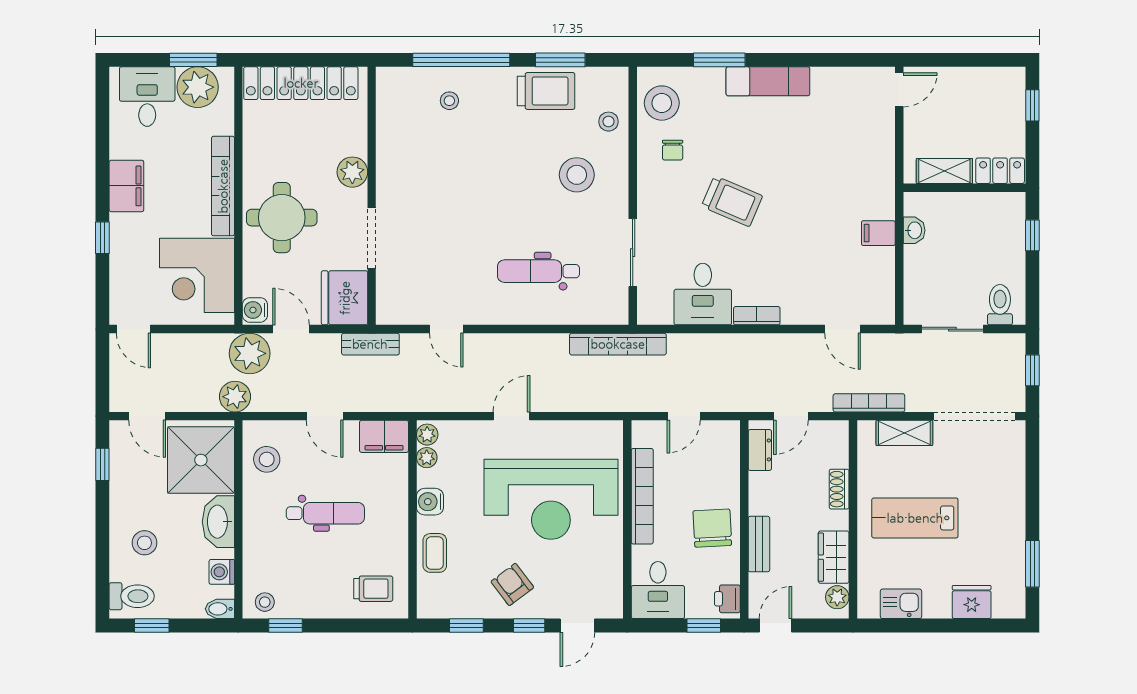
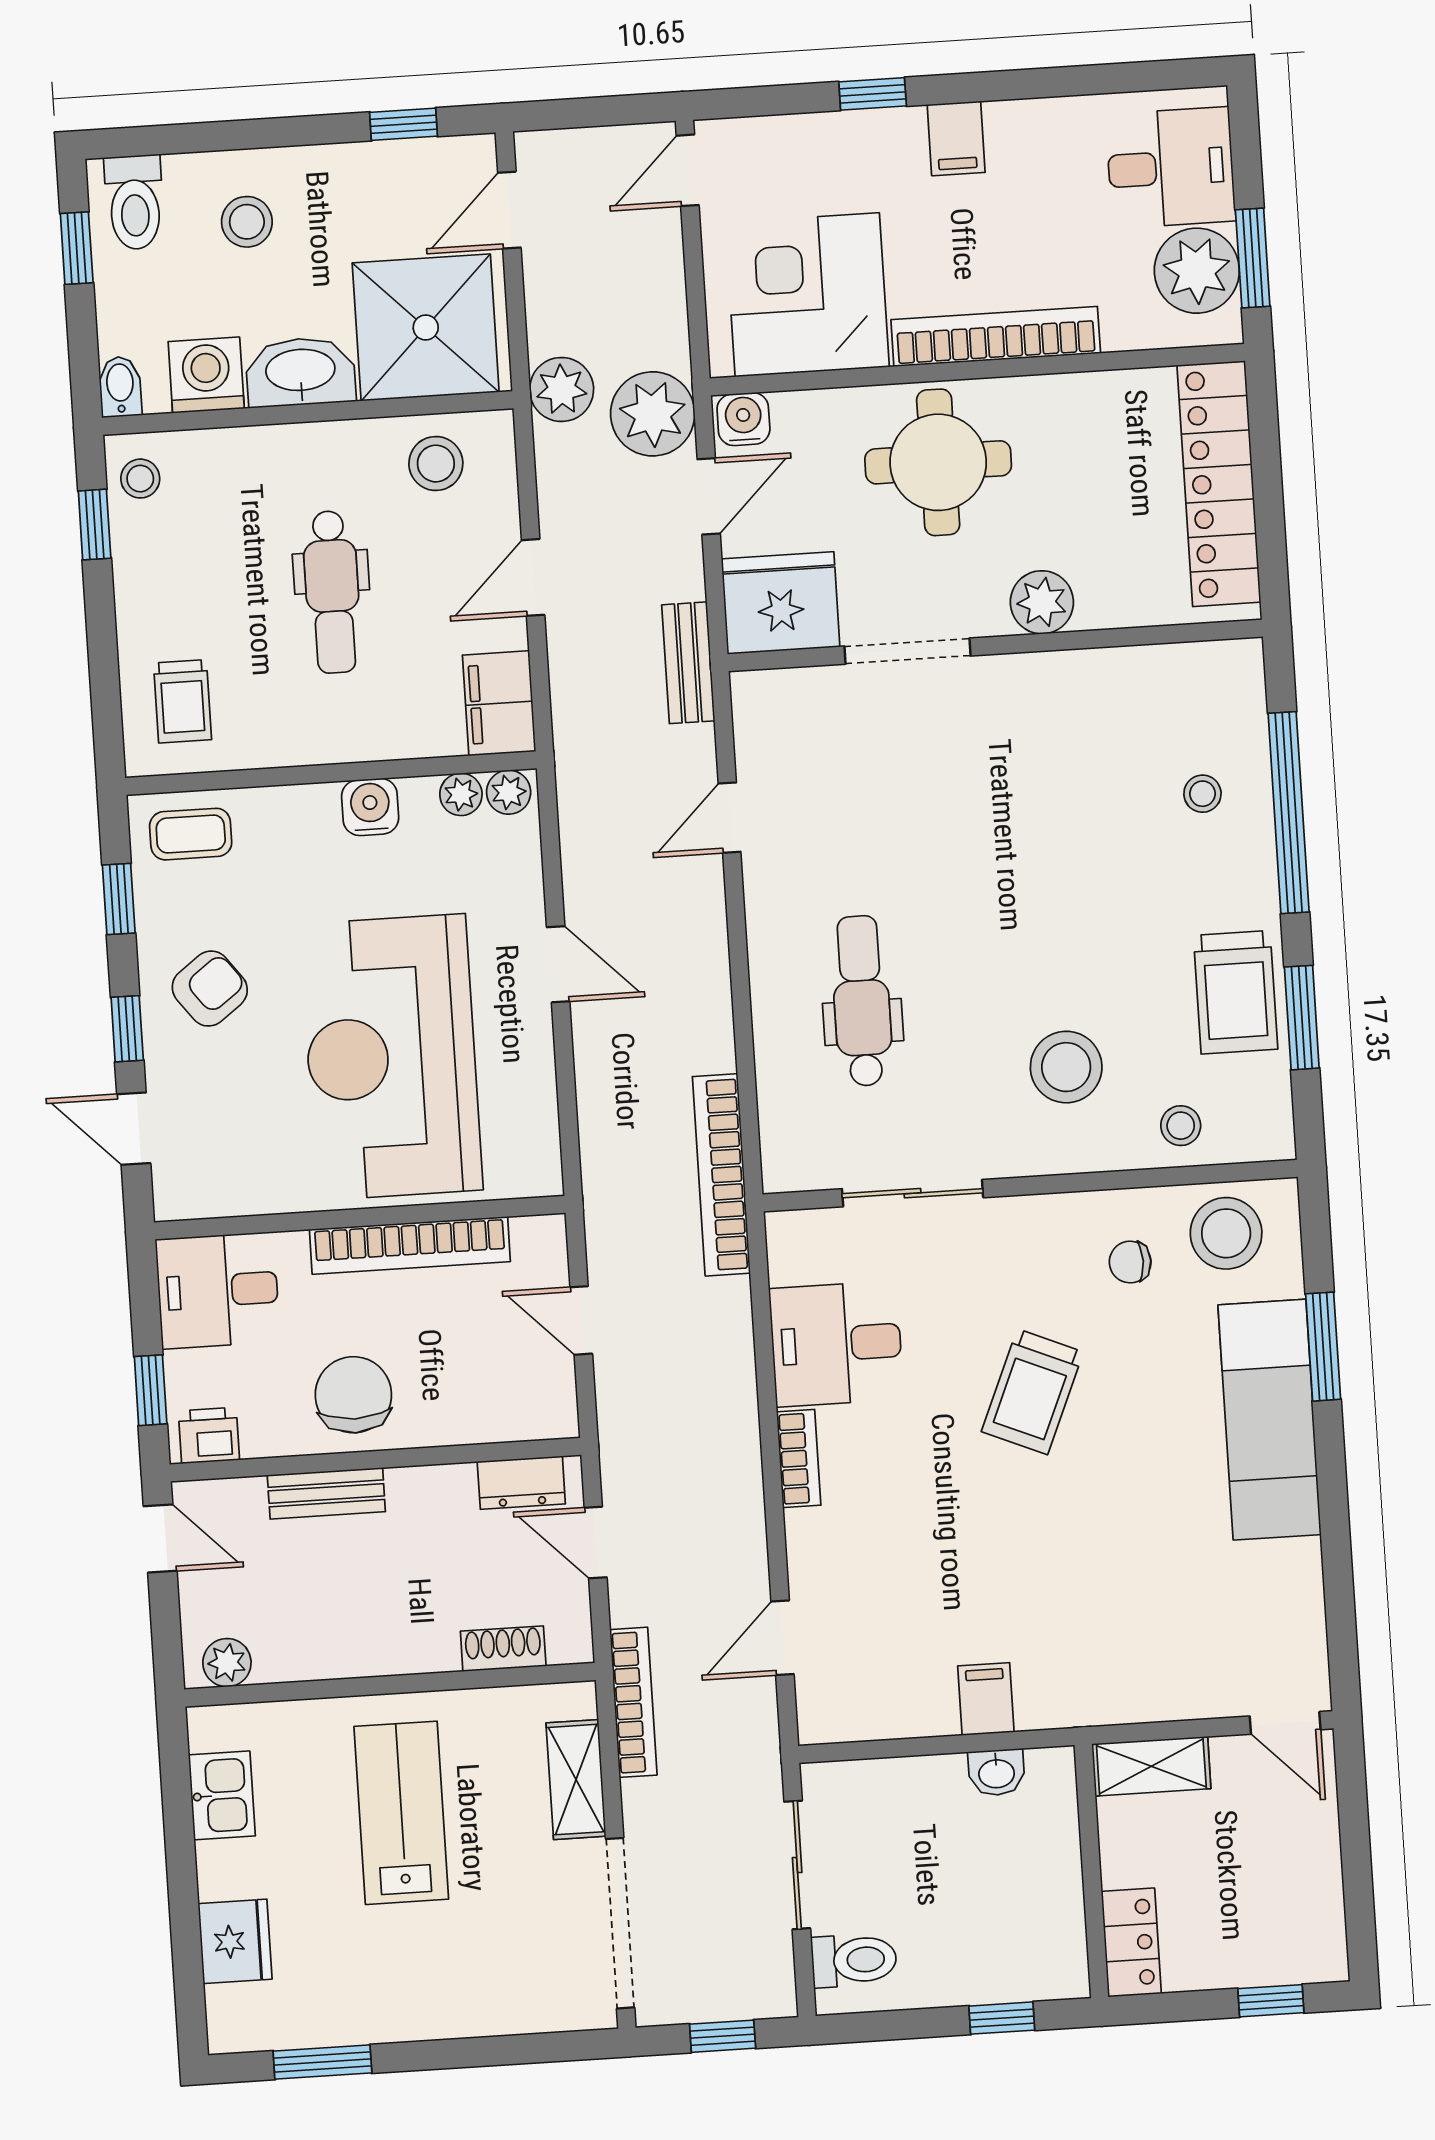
exam couch: (768, 81) -> (1270, 1420), width x1.36, depth x1.45
shelving: (944, 171) -> (1151, 1766), moved, turned 90
filing cabinet: (126, 186) -> (956, 138), width x0.50
shoe rack: (839, 489) -> (503, 1649), moved
chair: (712, 528) -> (353, 1395), turned -87
coffee table: (435, 553) -> (191, 834), moved
wardrobe: (834, 557) -> (309, 1650), removed
washing machine: (222, 572) -> (206, 375), width x1.38, depth x1.38

